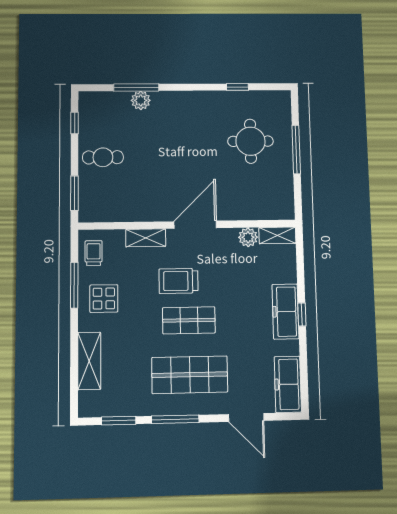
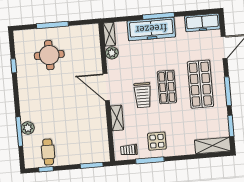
cafe table: (103, 157) -> (48, 152), moved
freezer: (286, 312) -> (151, 29), width x1.36, depth x1.26
window: (302, 315) -> (159, 16), width x2.17
shelving: (89, 361) -> (213, 146), moved

